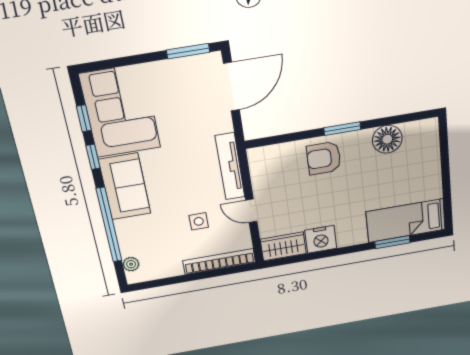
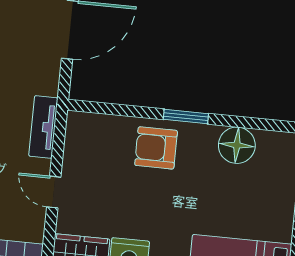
tv unit: (230, 166) -> (43, 127), width x0.71

